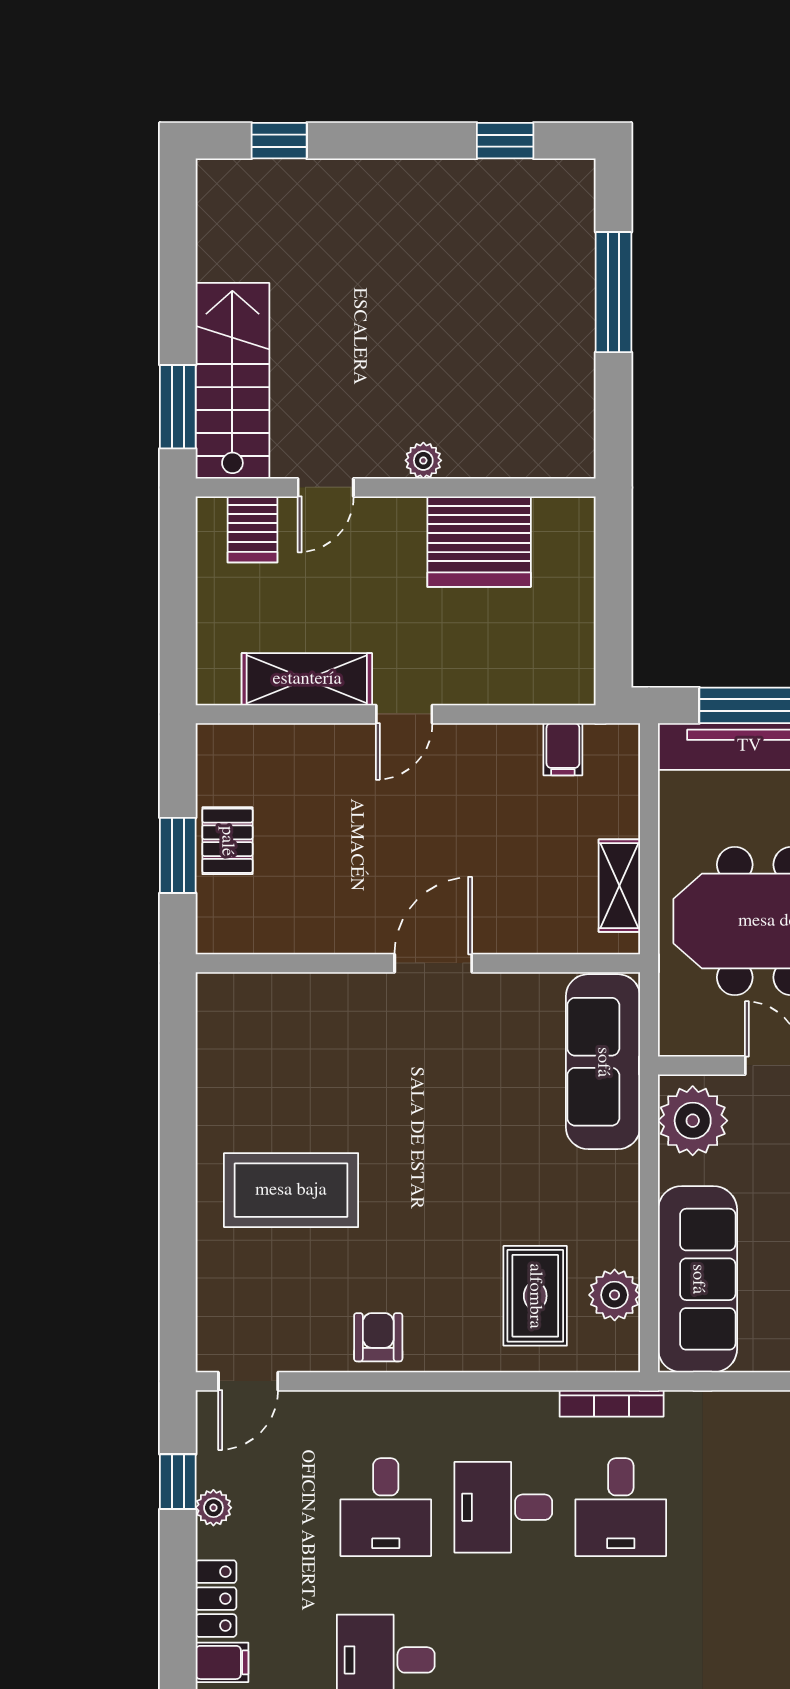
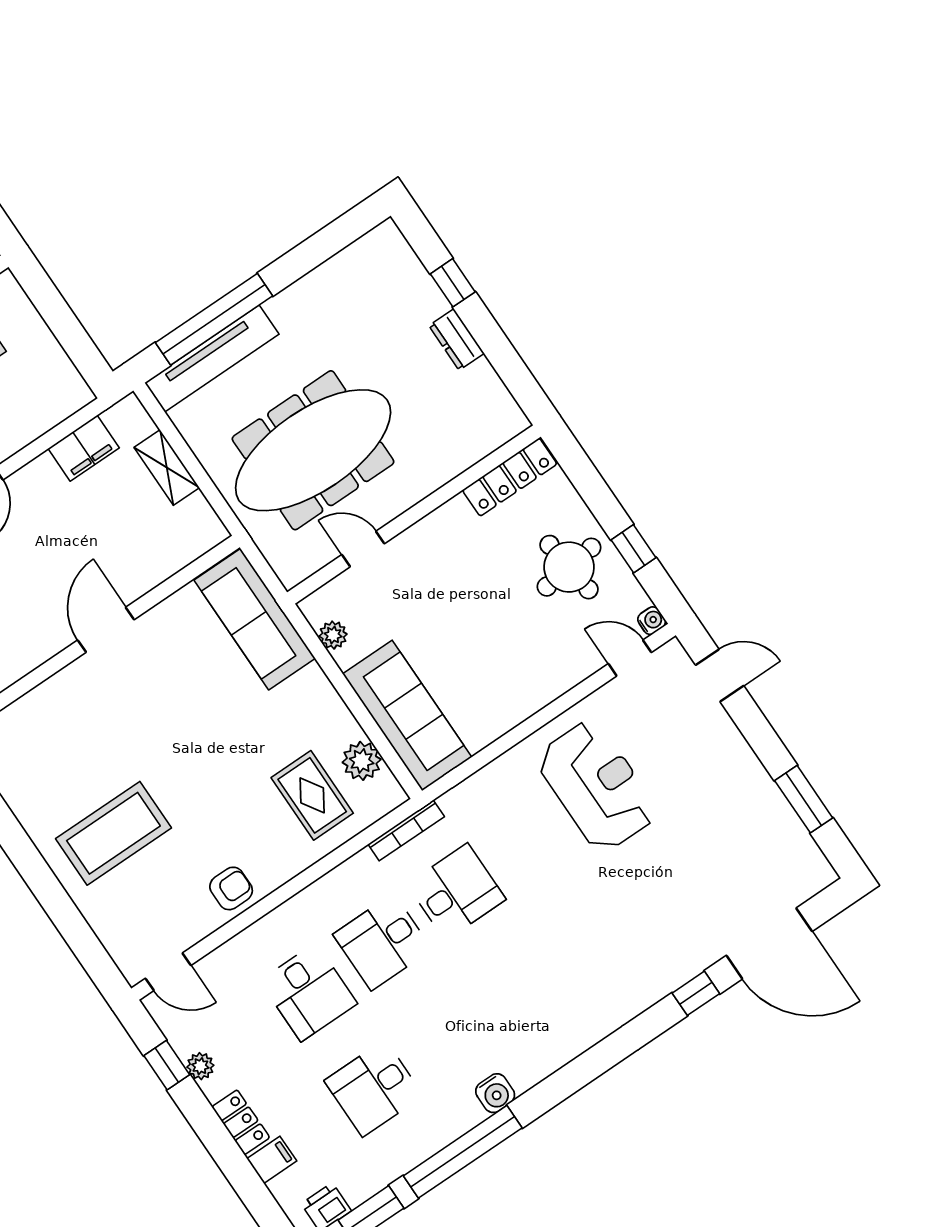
filing cabinet: (563, 749) -> (84, 448), width x2.00
shelving: (619, 886) -> (167, 468), moved
plant: (693, 1121) -> (333, 635), width x0.53, depth x0.53
armchair: (378, 1337) -> (231, 888), turned 90
door: (248, 1381) -> (168, 972), hinge flipped
desk: (621, 1507) -> (456, 892), turned -90

